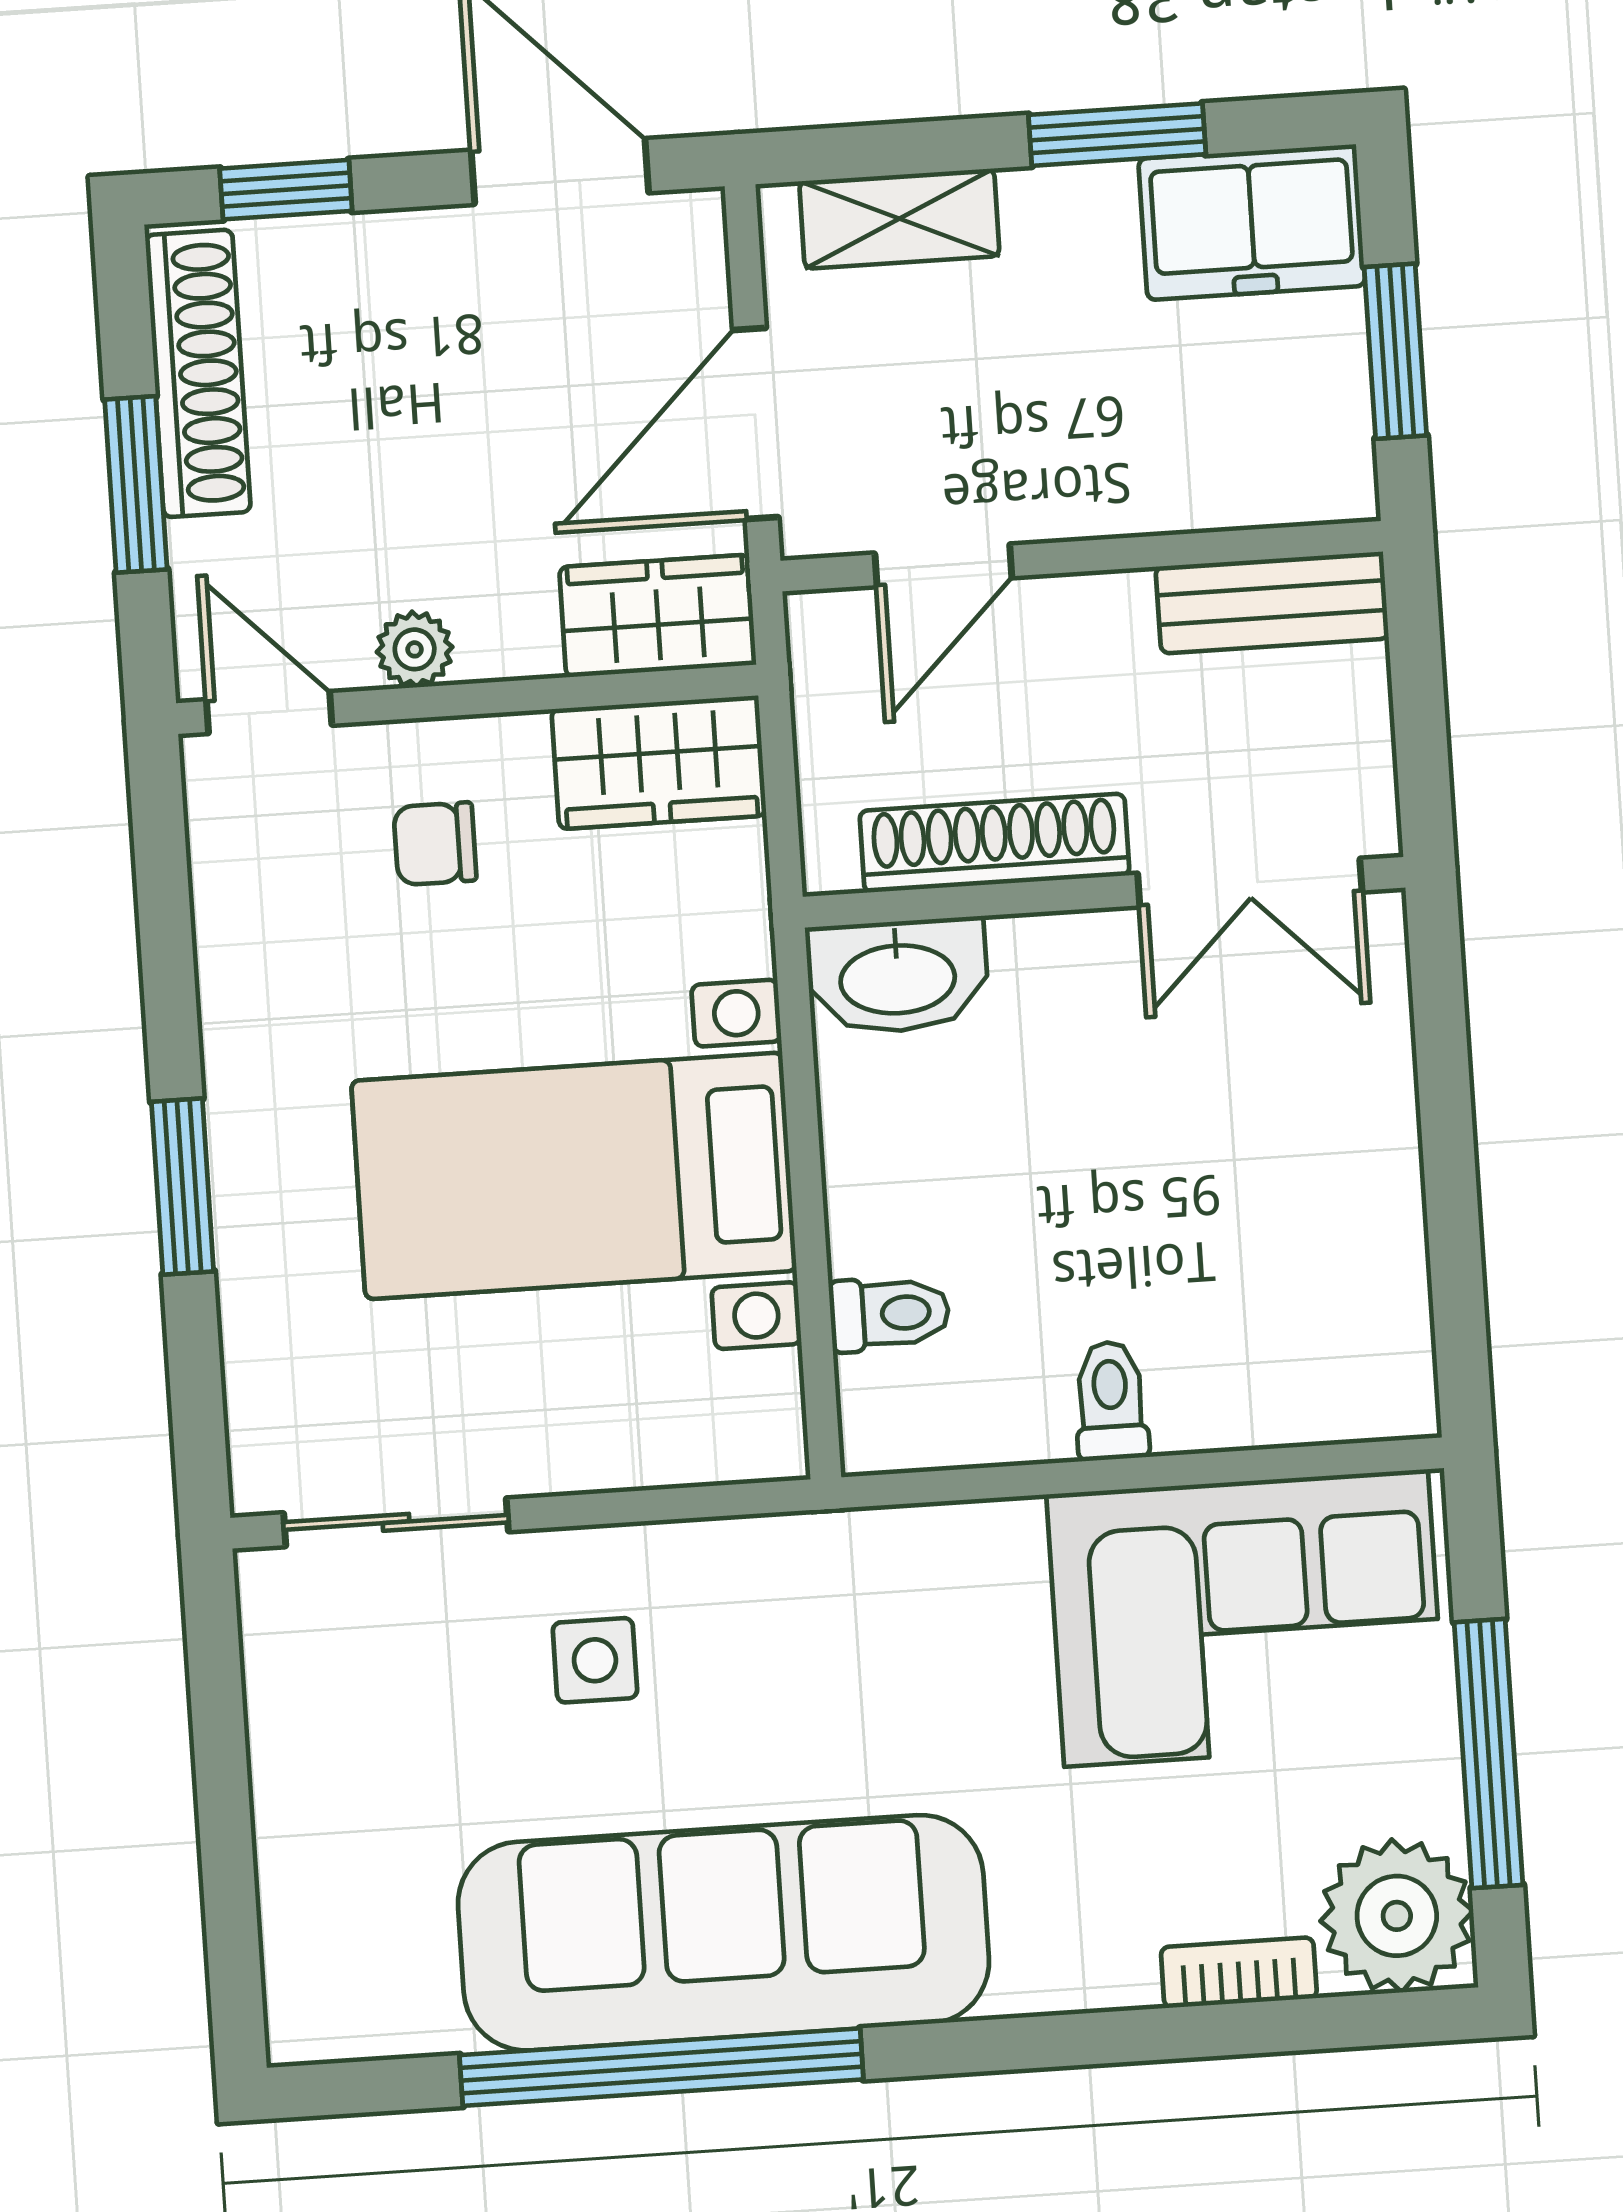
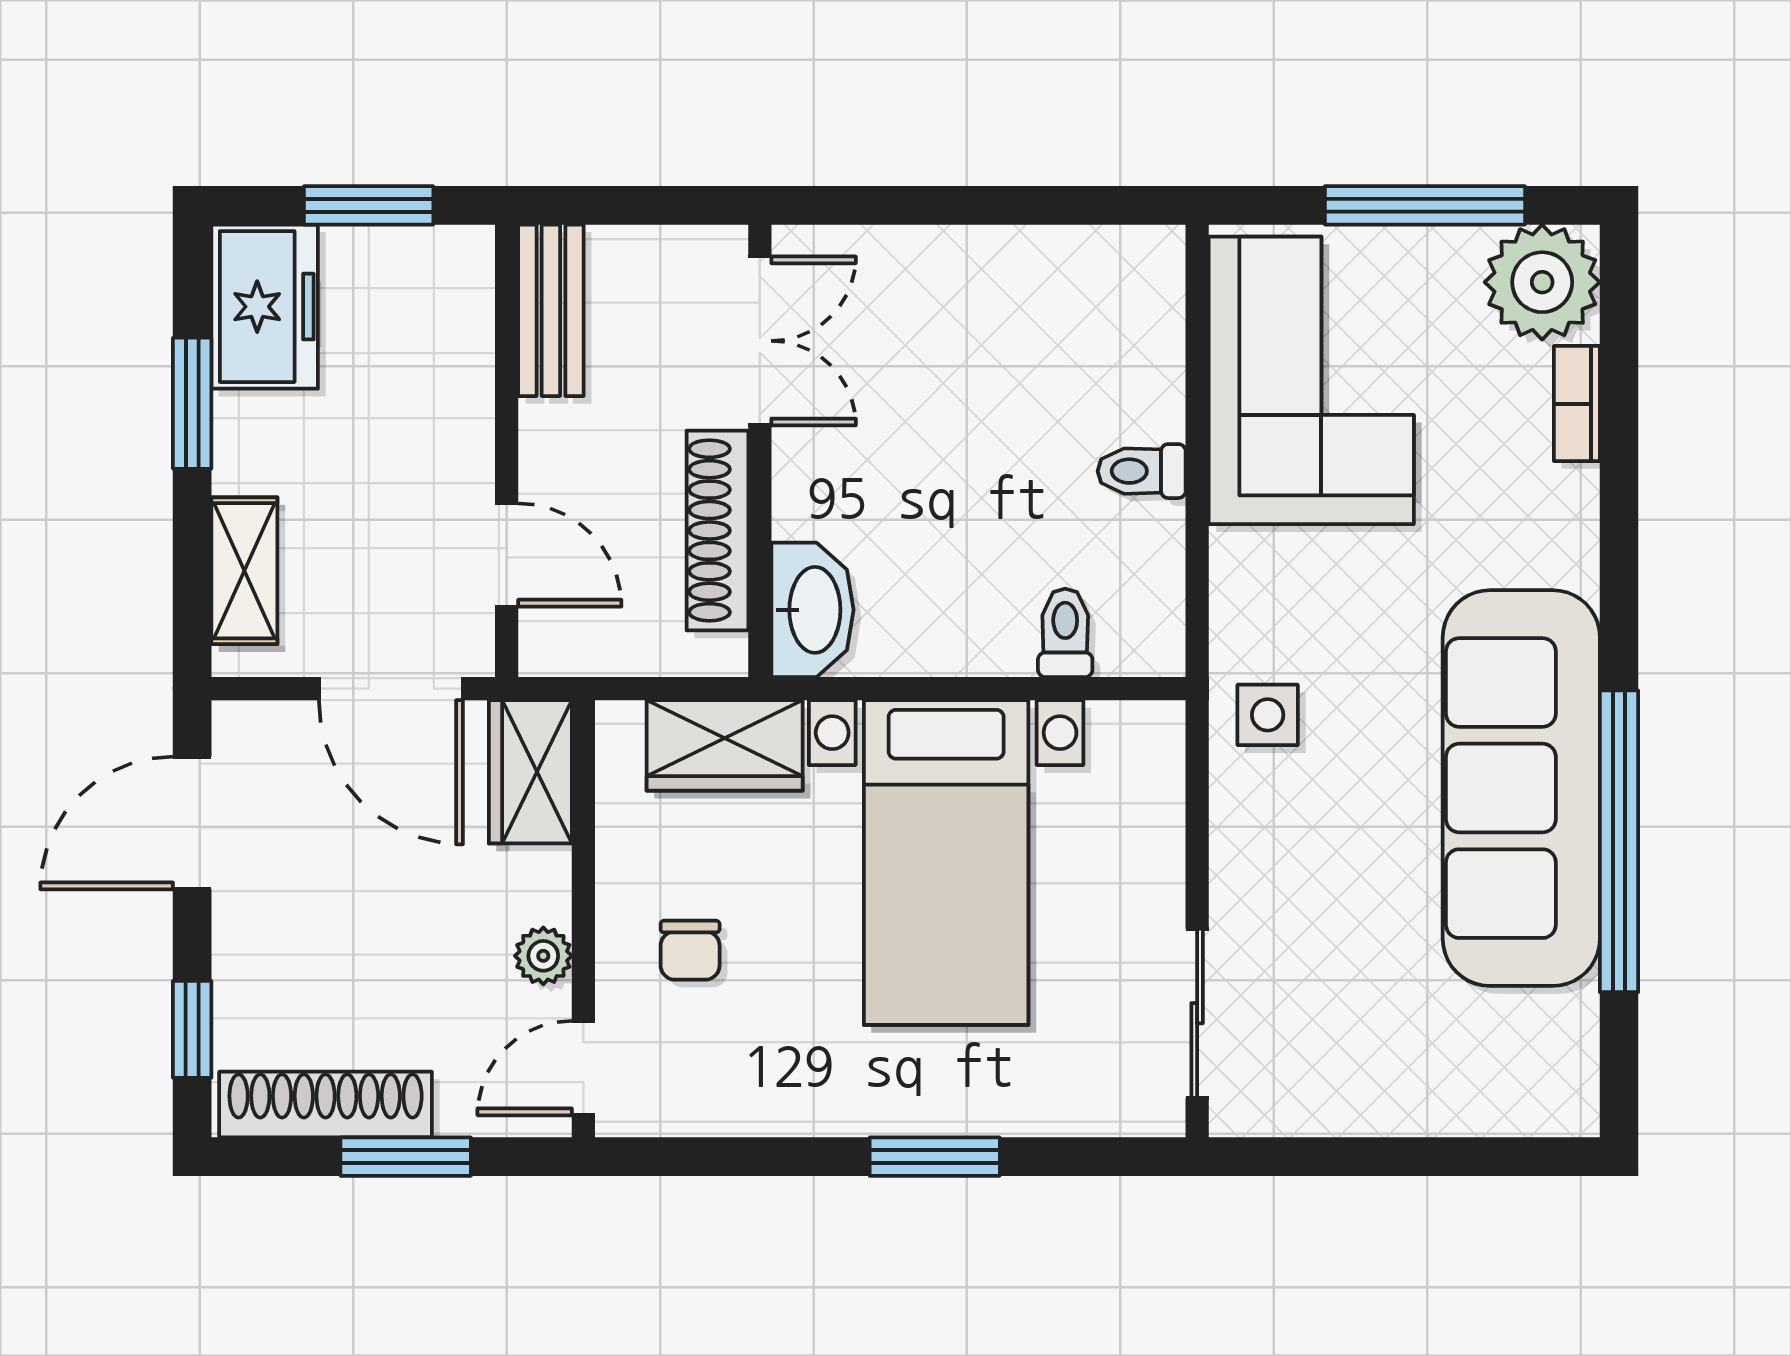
wardrobe: (659, 762) -> (725, 745), moved, turned 90
side table: (595, 1660) -> (1268, 715), moved

